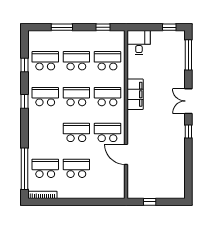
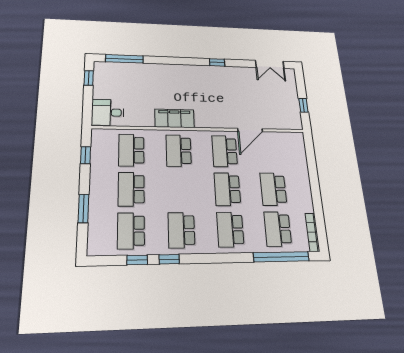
school desk: (76, 97) -> (230, 229), moved
window: (24, 101) -> (169, 259), moved
double door: (188, 101) -> (270, 64), moved

